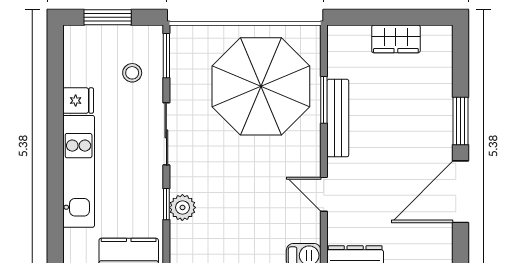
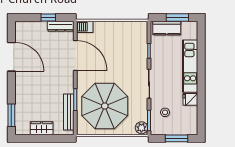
bench: (338, 118) -> (69, 112), moved
window: (461, 121) -> (11, 115), moved
door: (461, 192) -> (11, 57), hinge flipped
door: (324, 194) -> (75, 56), width x1.87
plant: (182, 207) -> (141, 128), moved

